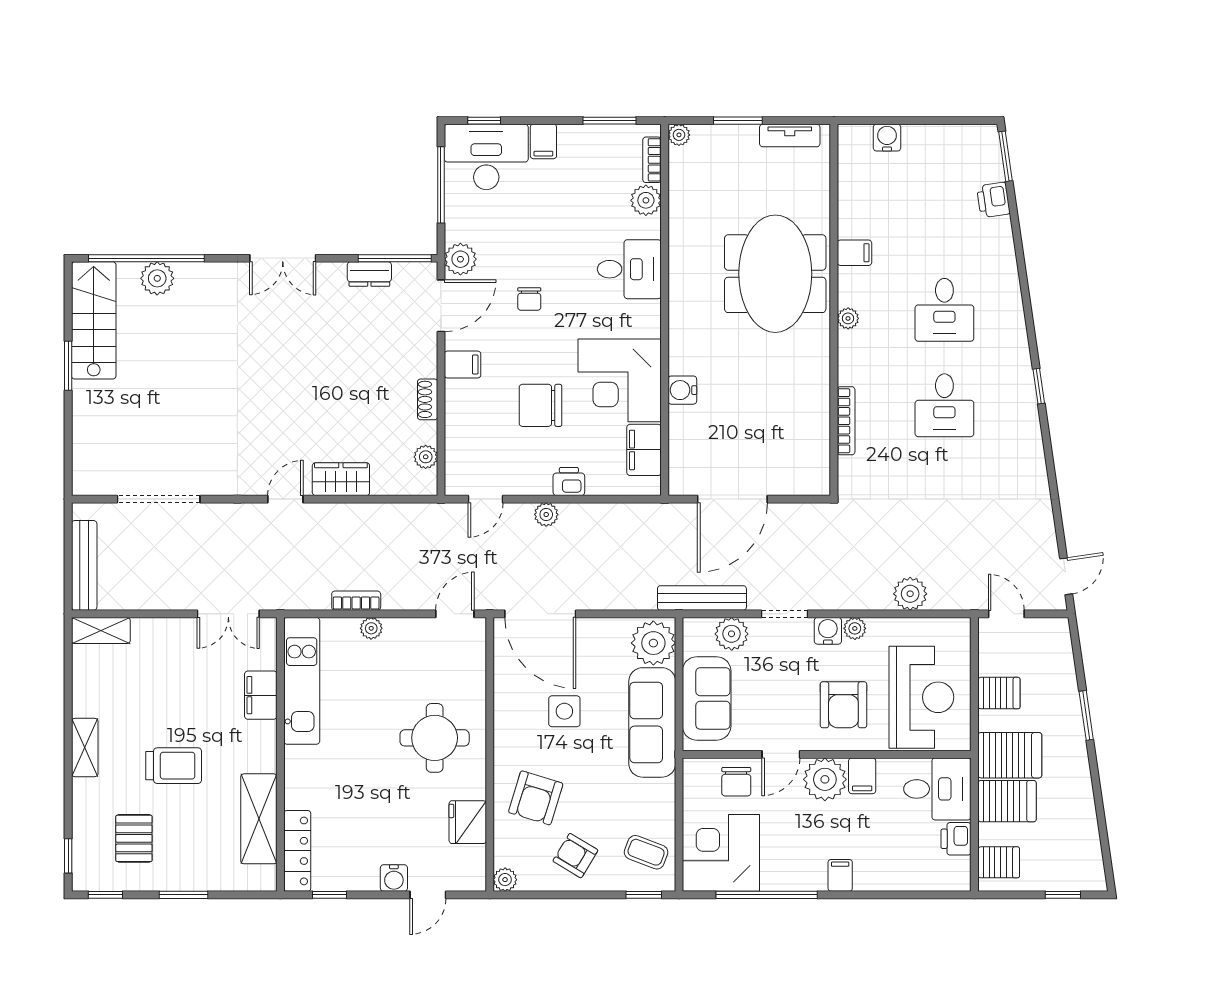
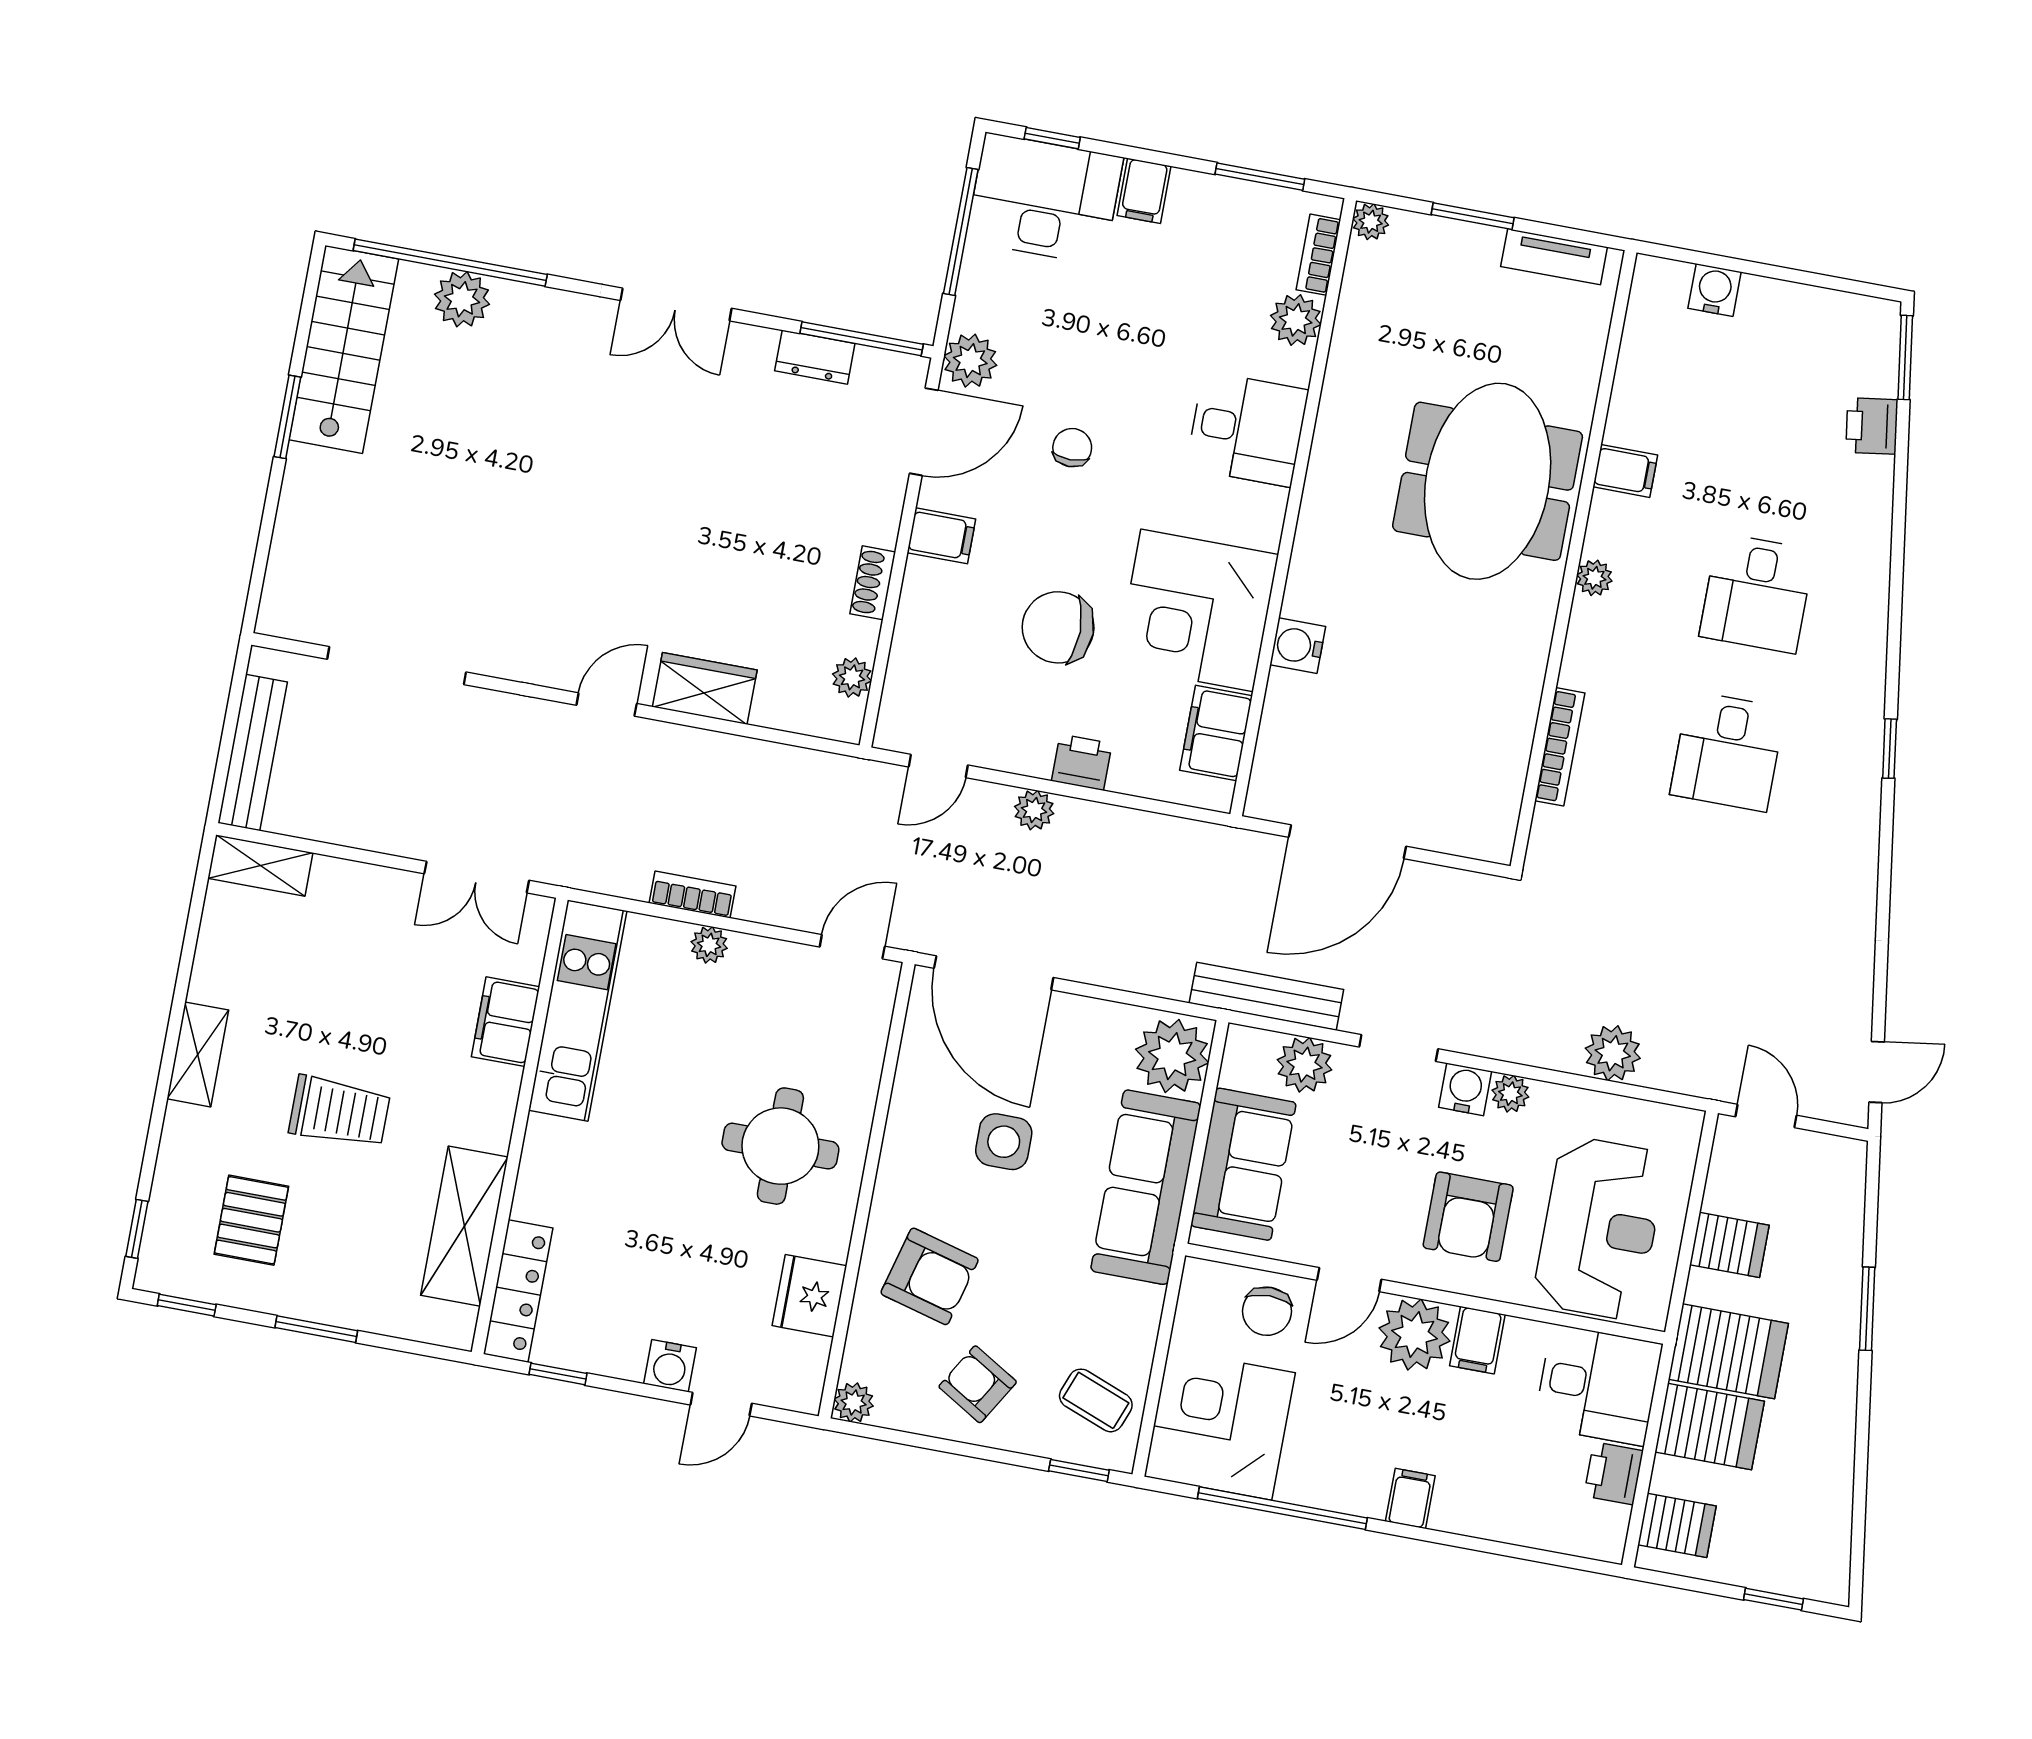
chair: (529, 299) -> (1072, 448), turned 180
armchair: (536, 798) -> (930, 1276), turned -92

